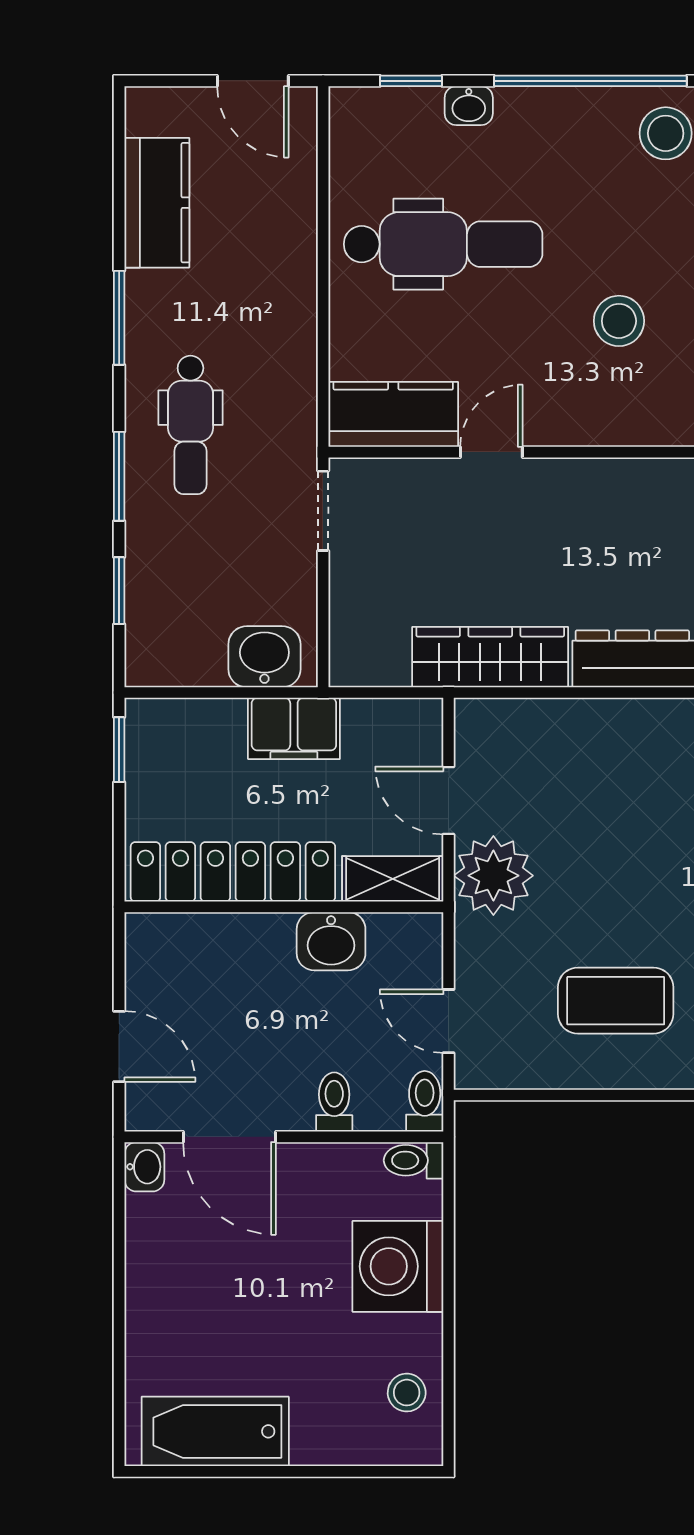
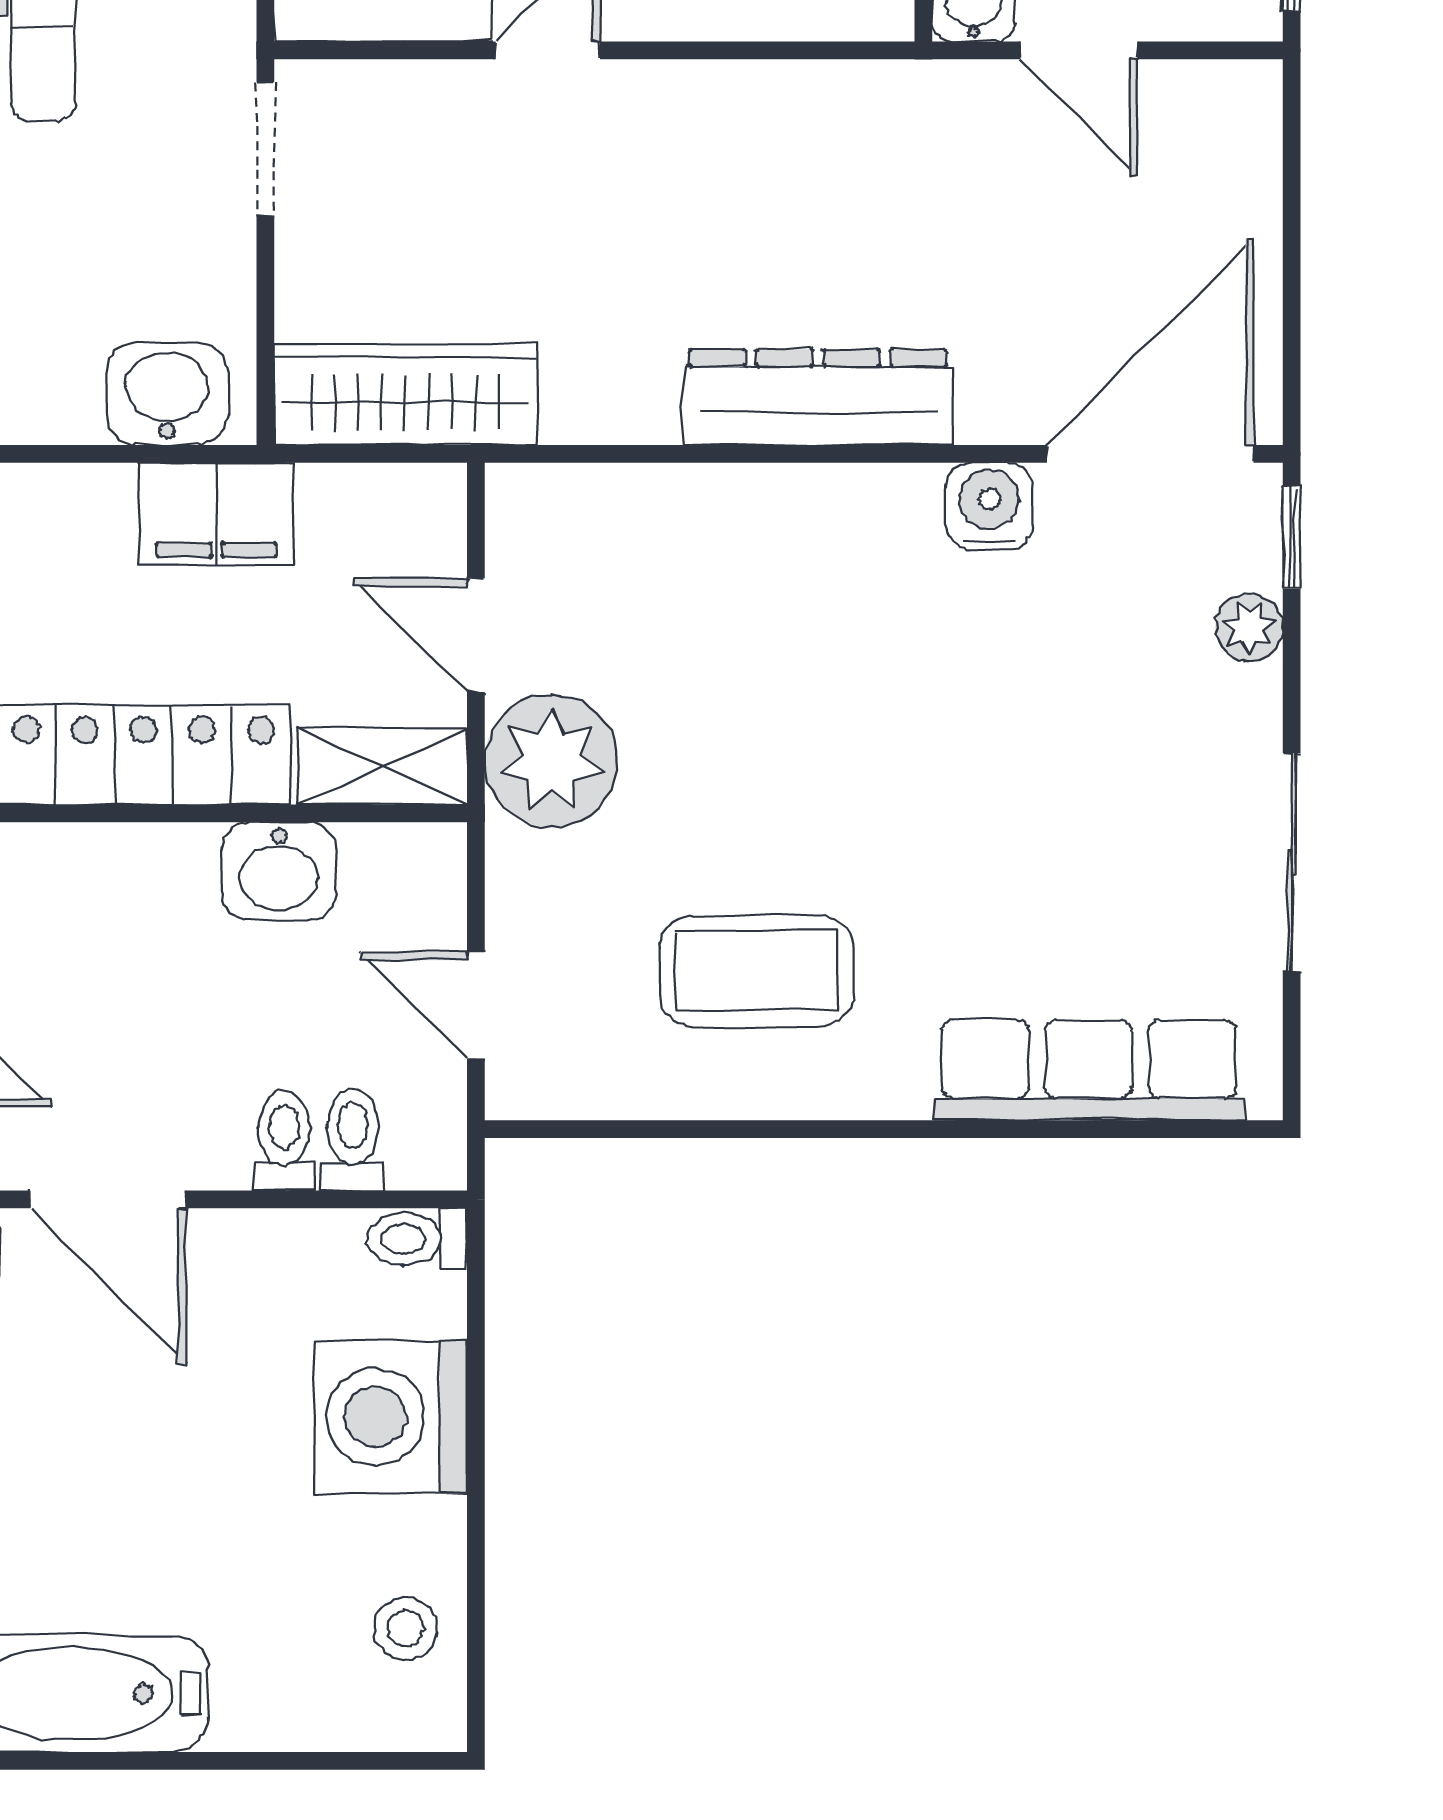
wardrobe: (490, 657) -> (405, 394), moved
toilet: (425, 1101) -> (353, 1140), moved

